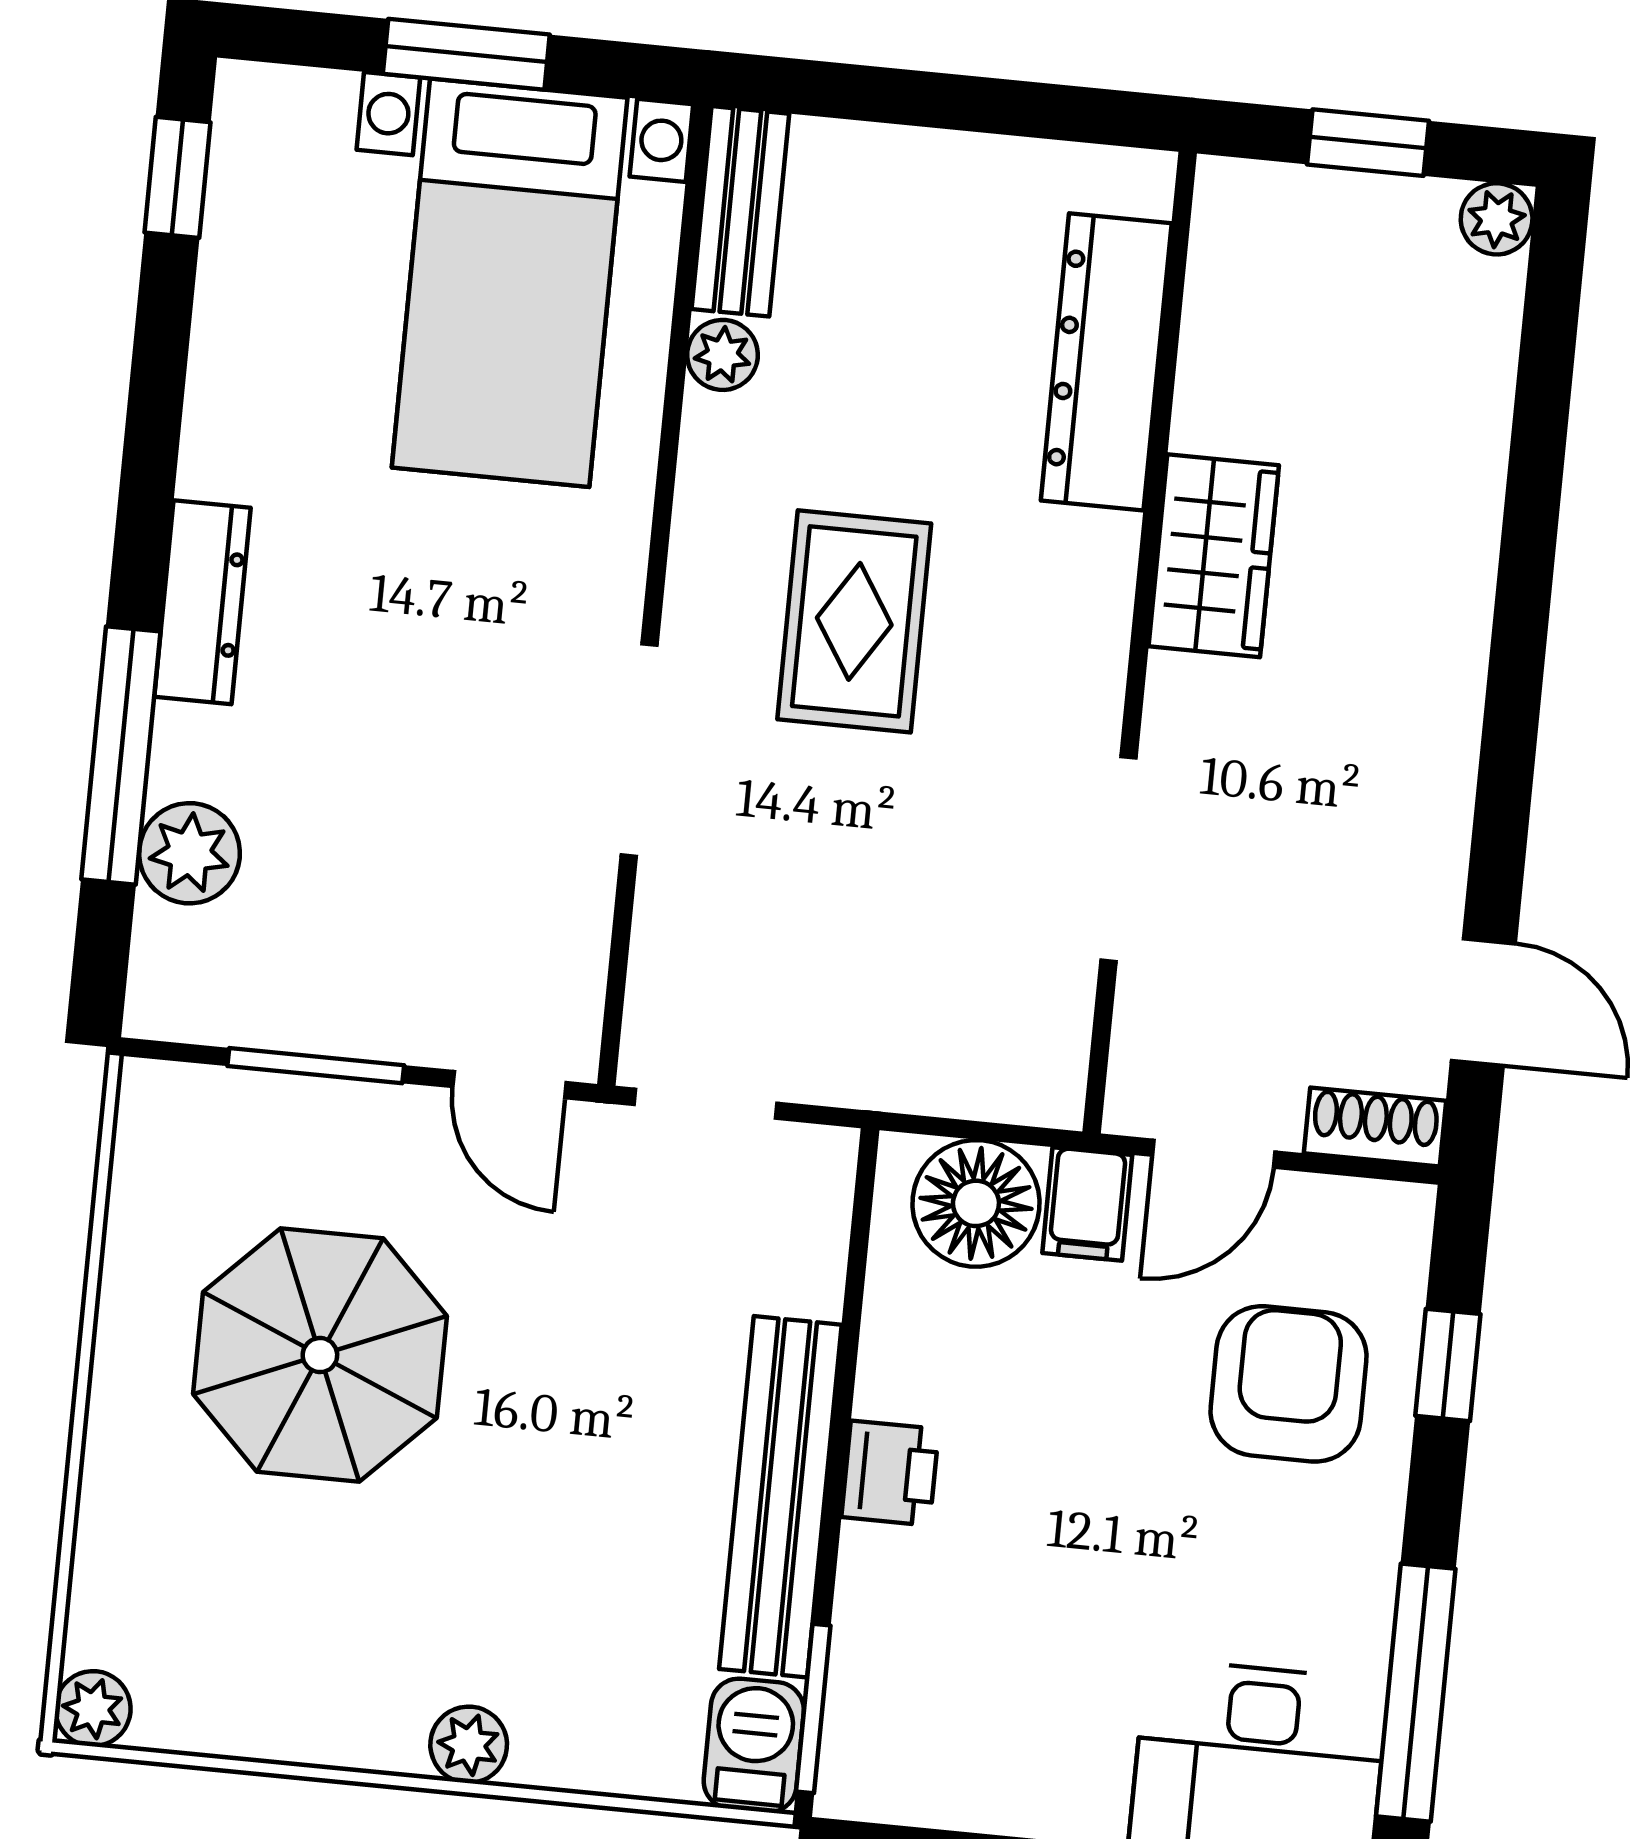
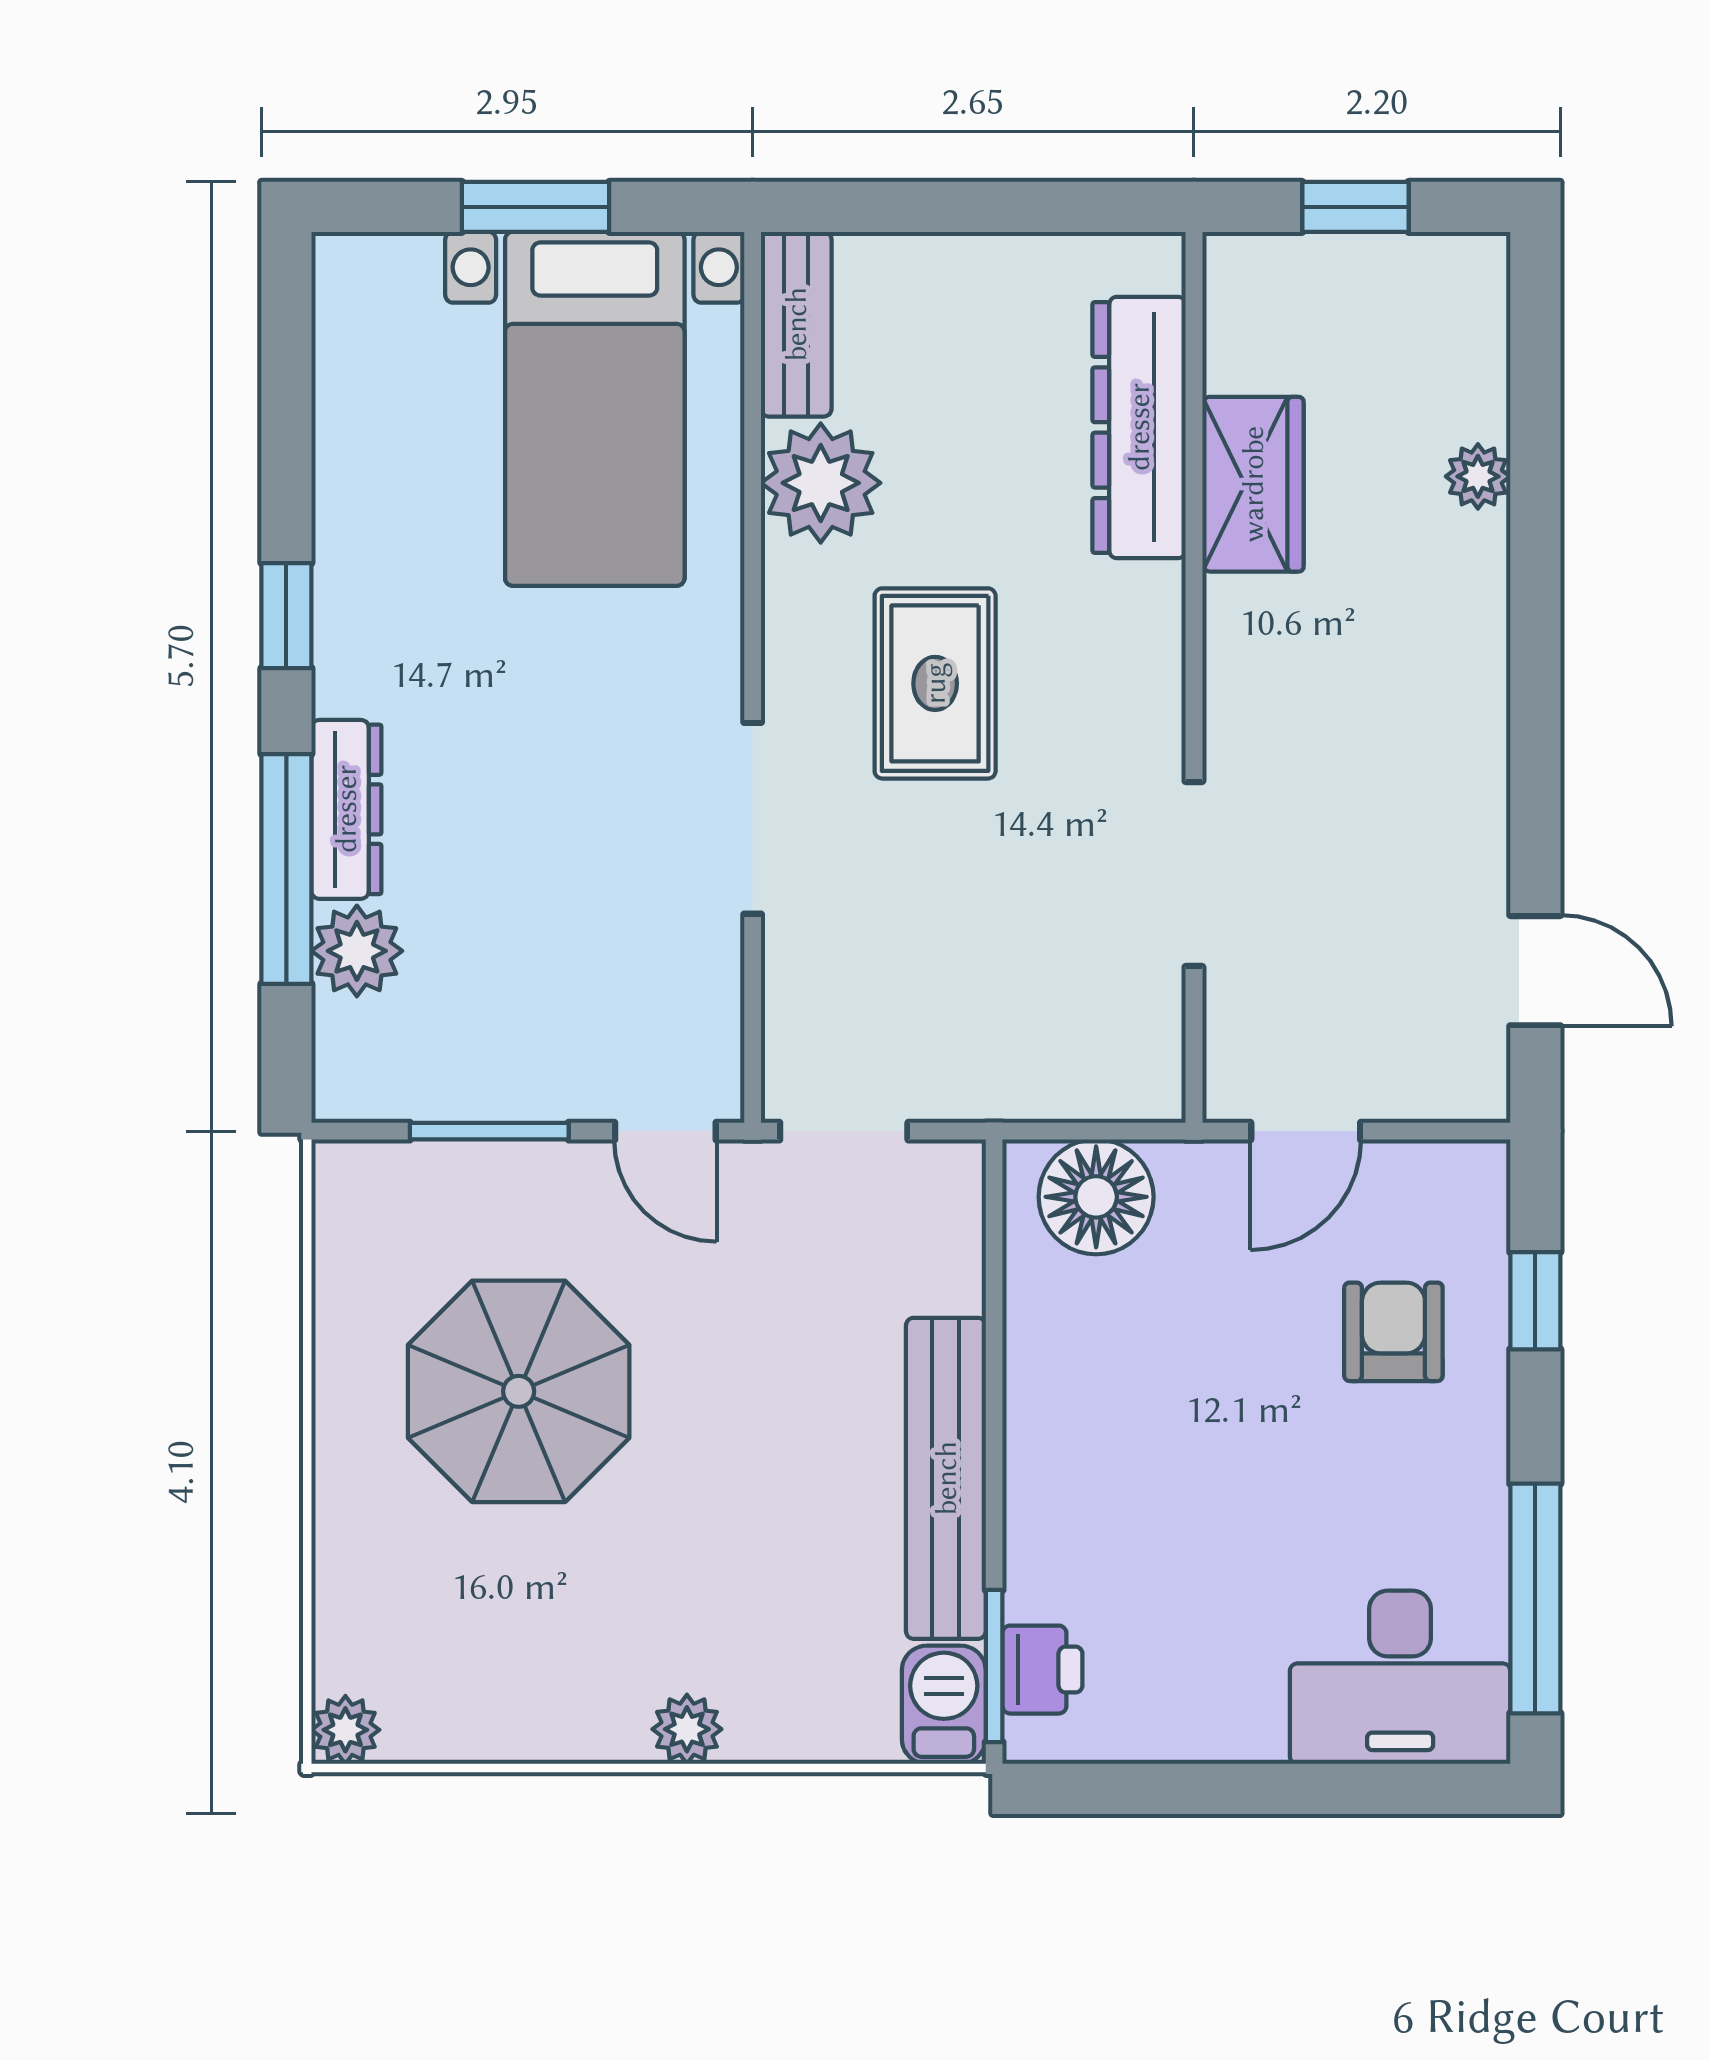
window: (178, 177) -> (286, 616), moved
plant: (1497, 219) -> (1478, 476), moved
plant: (722, 355) -> (821, 483), width x1.87, depth x1.87
wardrobe: (1214, 556) -> (1253, 484), moved
dresser: (203, 602) -> (346, 809), moved
shoe rack: (1375, 1127) -> (1449, 1093), removed
filing cabinet: (1087, 1204) -> (1196, 1188), removed
armchair: (1289, 1384) -> (1393, 1332), width x0.72, depth x0.72
printer: (890, 1473) -> (1042, 1670), moved

